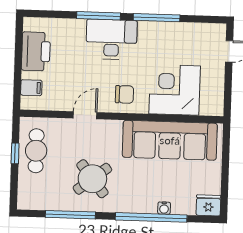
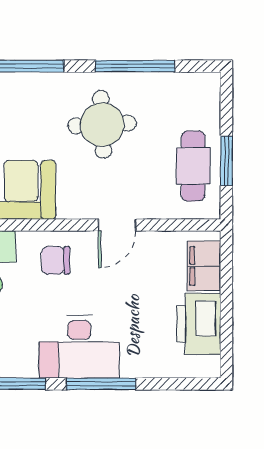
filing cabinet: (31, 88) -> (204, 266), width x2.00
window: (15, 153) -> (226, 161), width x1.50
round table: (92, 179) -> (102, 124), turned 35

